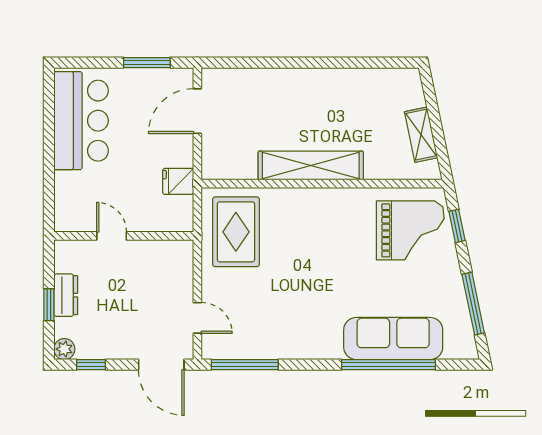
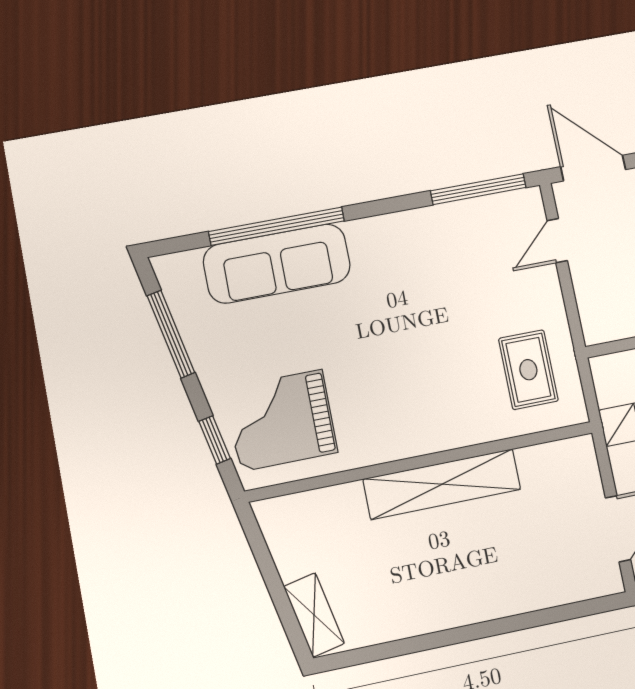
shelving: (421, 135) -> (314, 615), moved
rug: (236, 232) -> (528, 370), width x0.73, depth x0.70
door: (197, 318) -> (557, 241), hinge flipped

